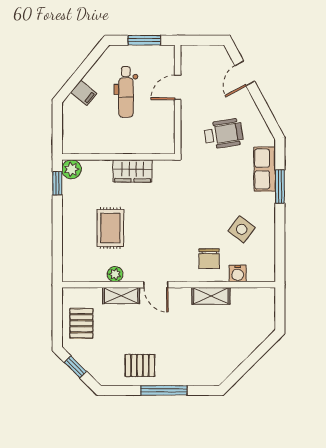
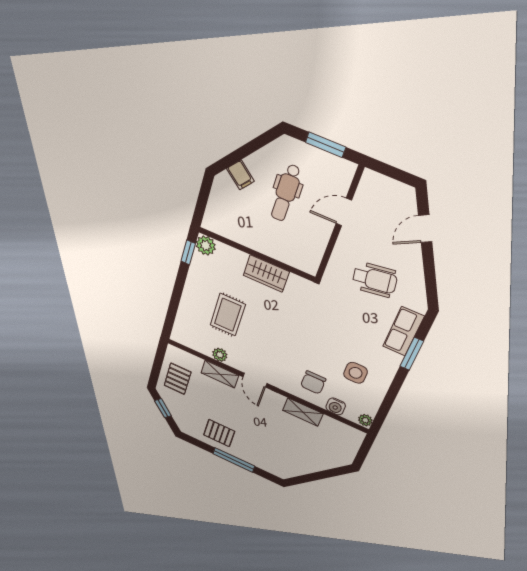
side table: (242, 229) -> (356, 373), turned -38
plant: (268, 274) -> (365, 420), added

